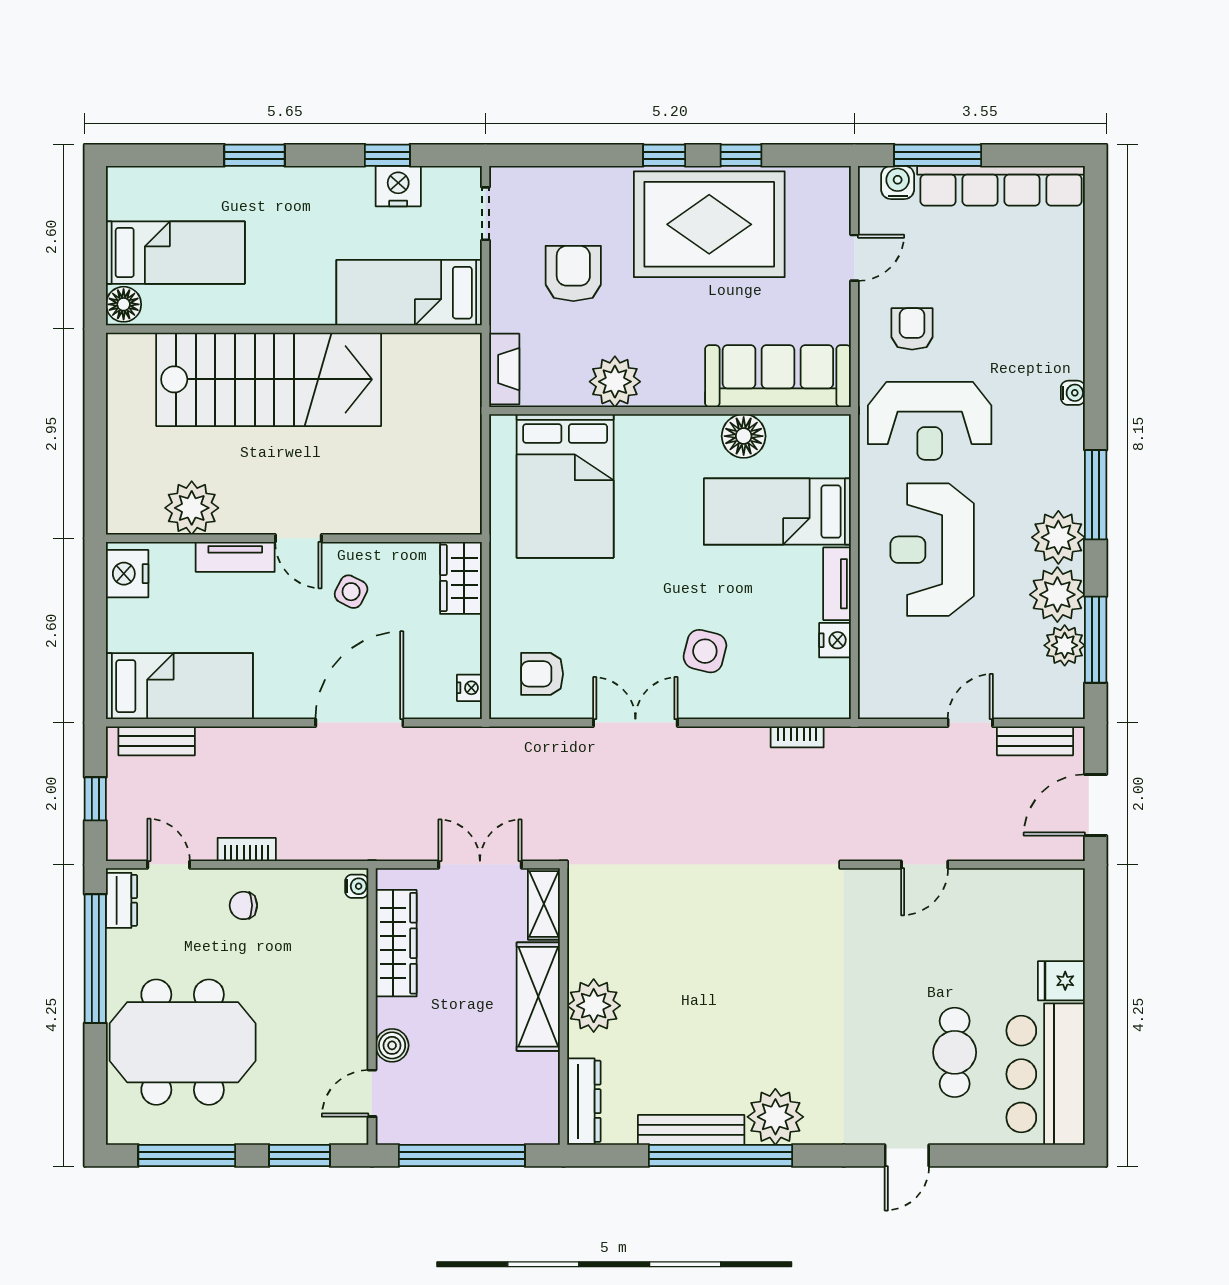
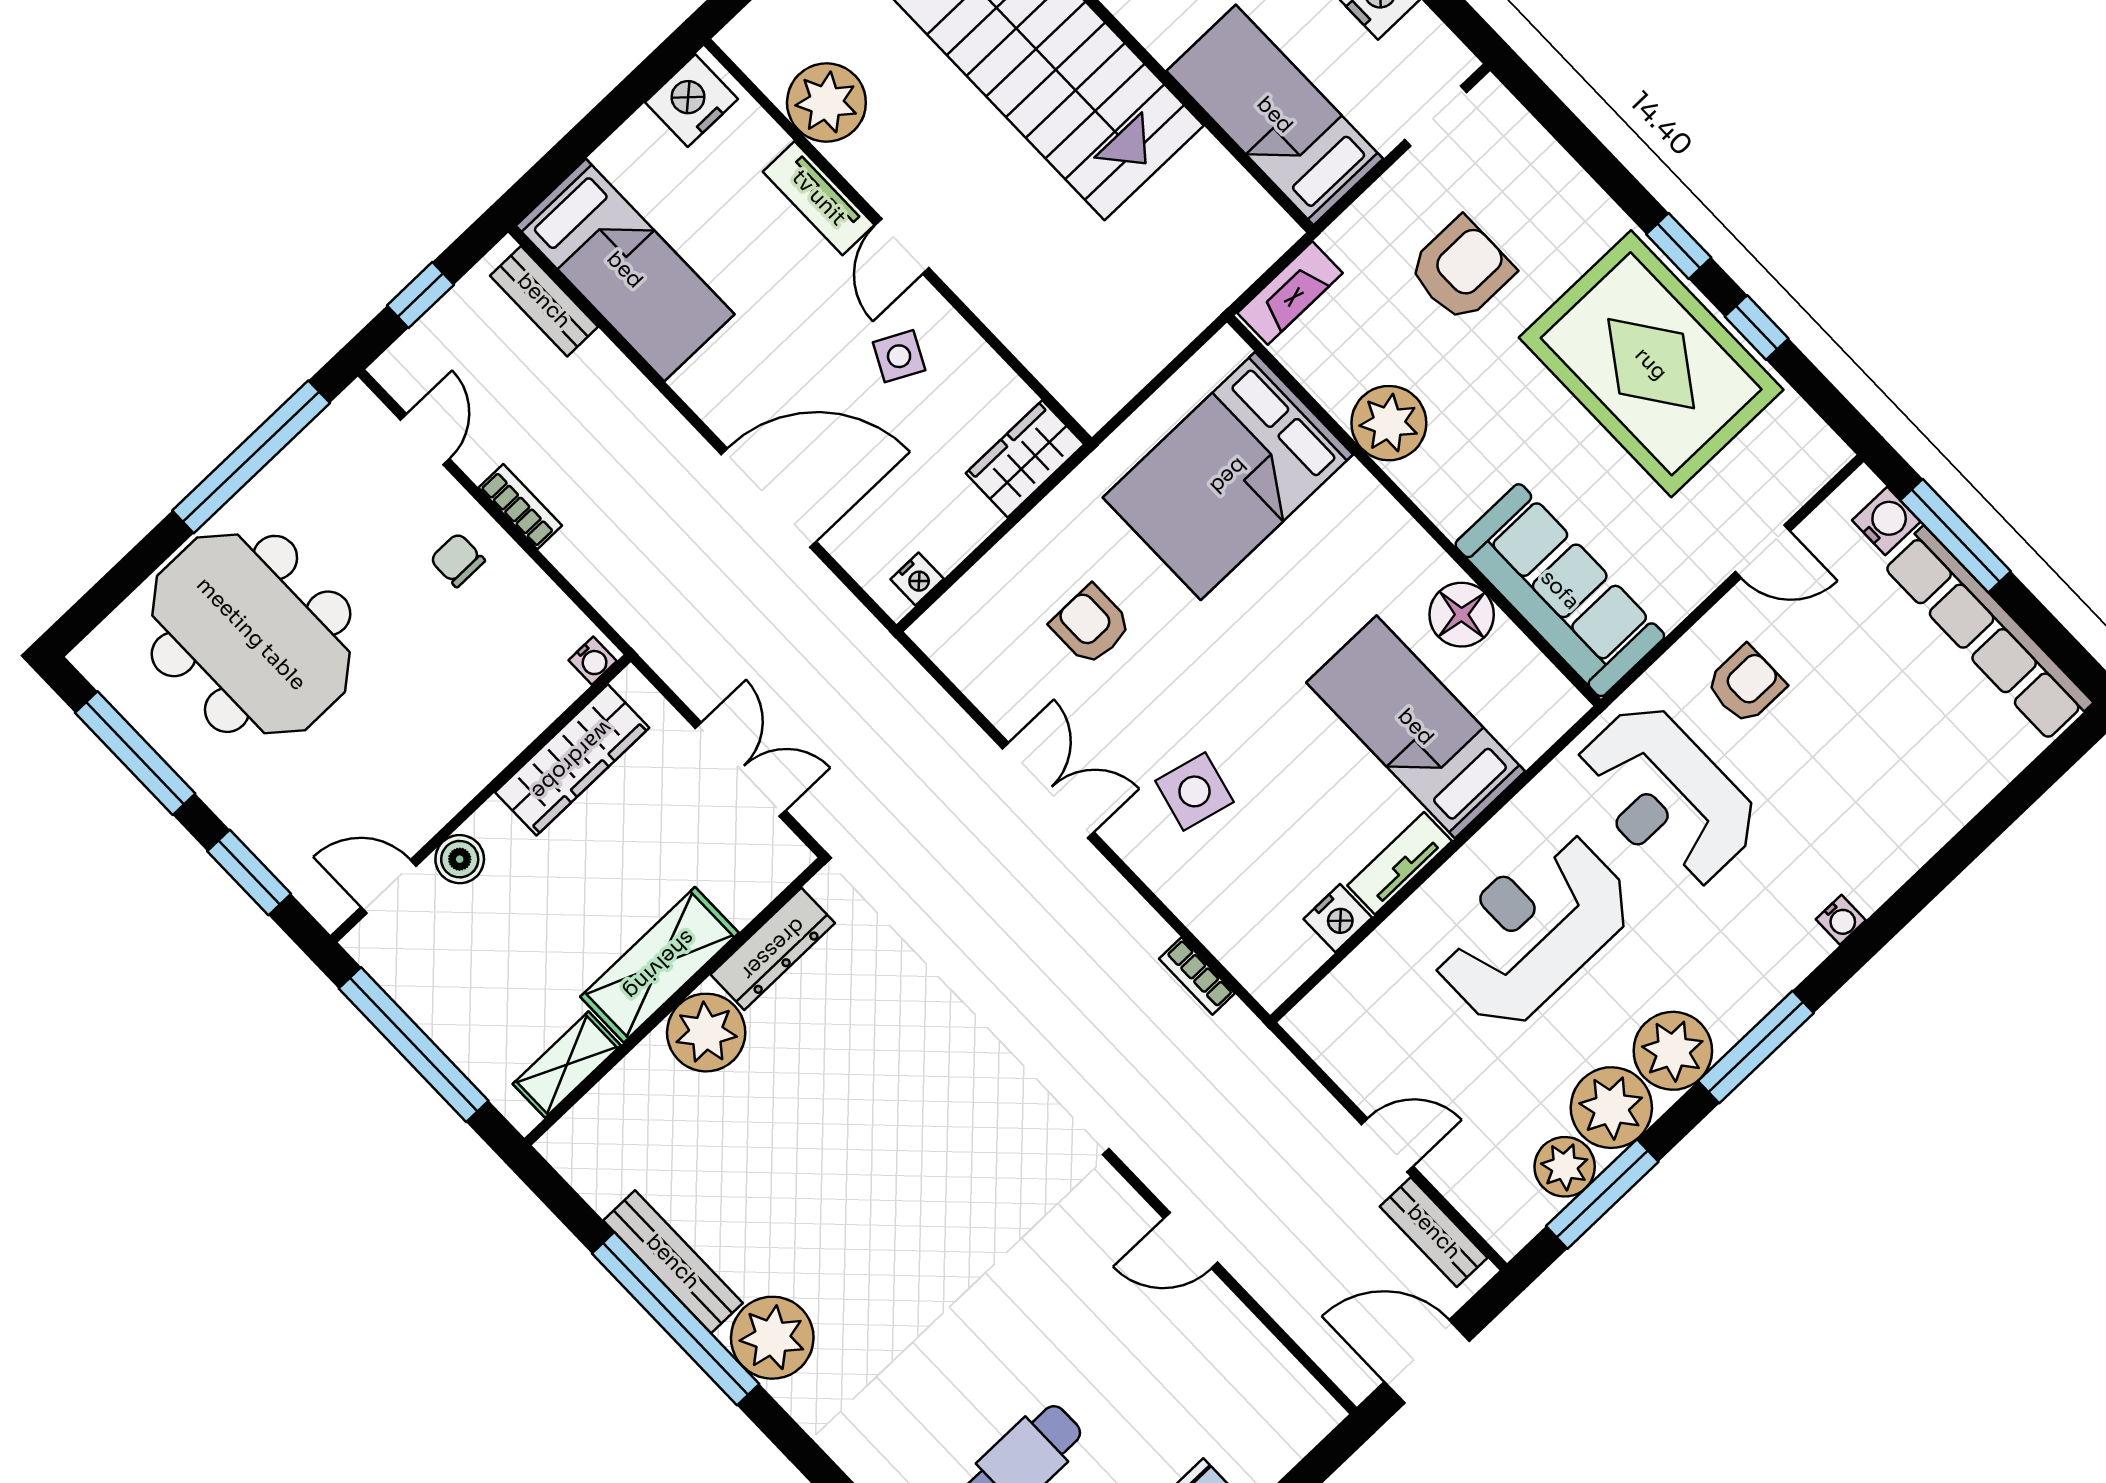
armchair: (542, 674) -> (1091, 625), moved
dresser: (121, 900) -> (339, 426), removed
shelving: (544, 904) -> (567, 1065), moved
dresser: (584, 1101) -> (773, 949), moved

